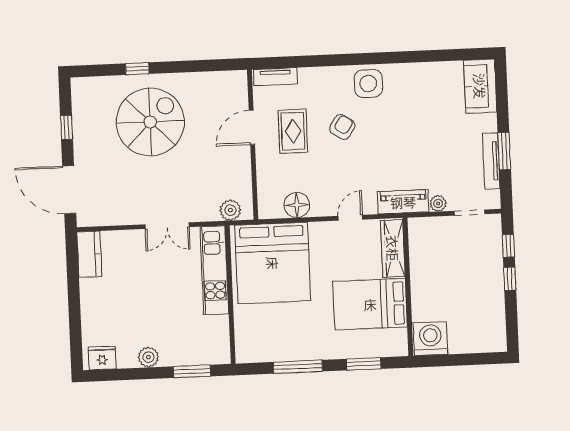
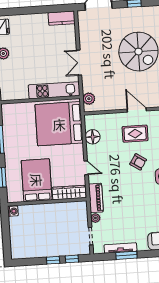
washing machine: (430, 339) -> (13, 211), width x0.53, depth x0.53

